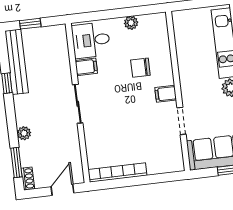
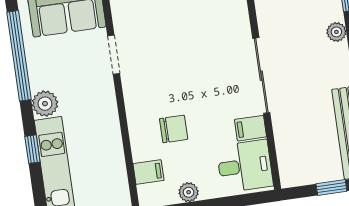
filing cabinet: (166, 94) -> (148, 172), moved
sliding door: (78, 104) -> (261, 76), width x1.37

